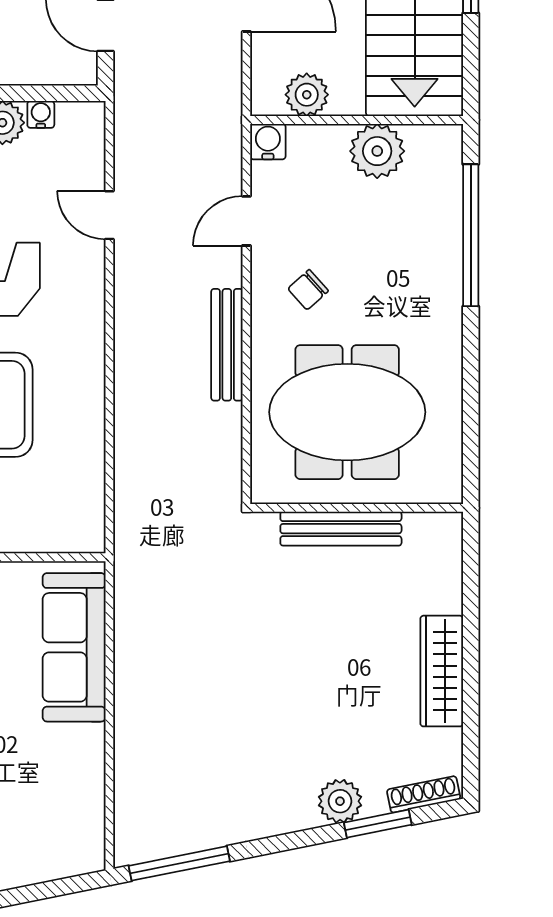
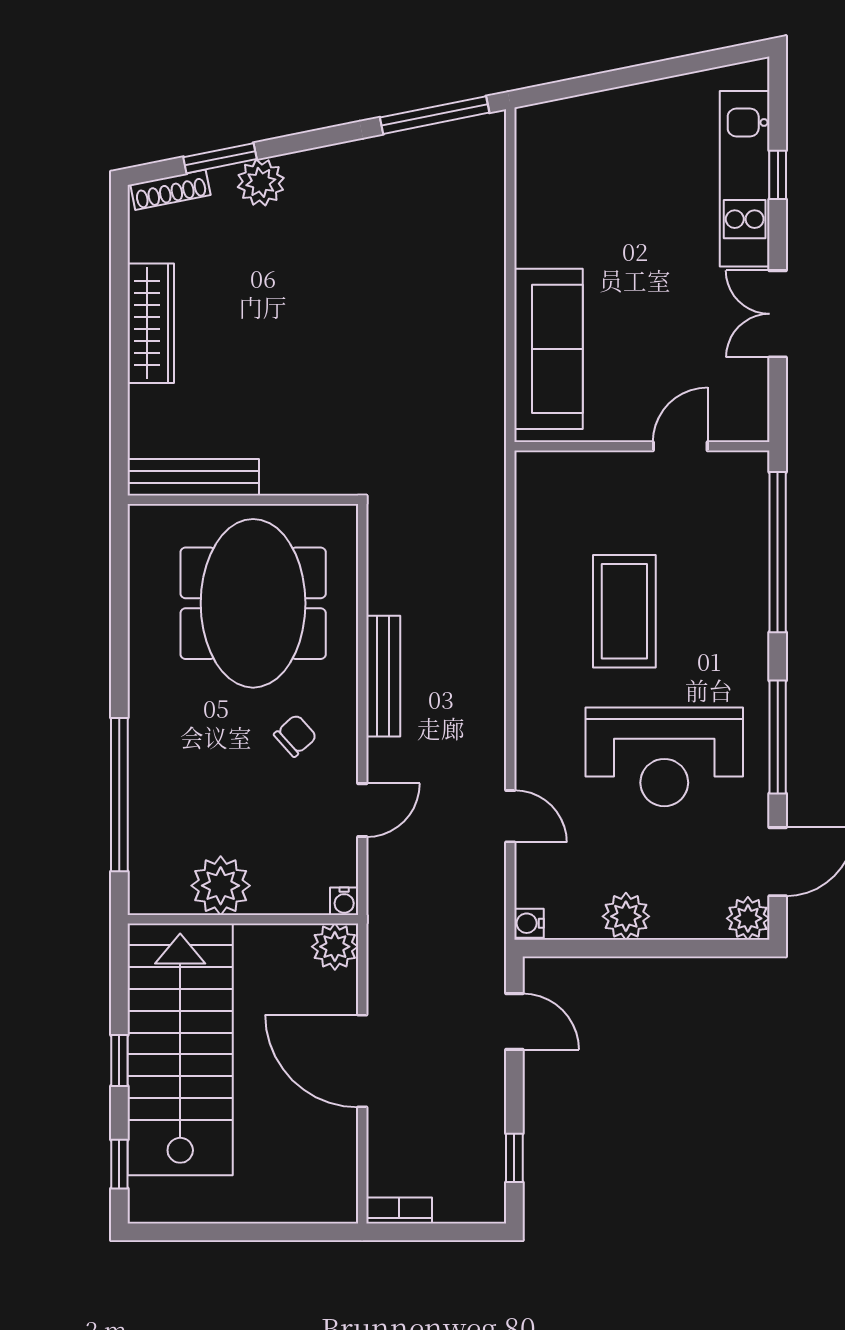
plant: (307, 95) -> (335, 947), moved
water cooler: (41, 114) -> (529, 923), moved, turned 90
water cooler: (268, 142) -> (344, 901), width x0.72, depth x0.72
meeting table: (347, 412) -> (253, 603), turned 90
bench: (341, 529) -> (193, 477), moved

